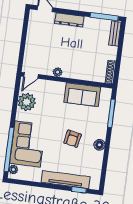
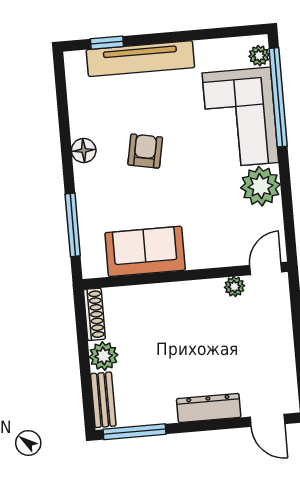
plant: (111, 53) -> (104, 356), added
plant: (58, 72) -> (234, 287), moved
plant: (27, 102) -> (261, 186), moved

